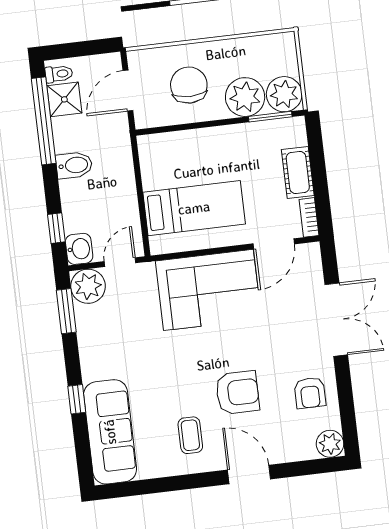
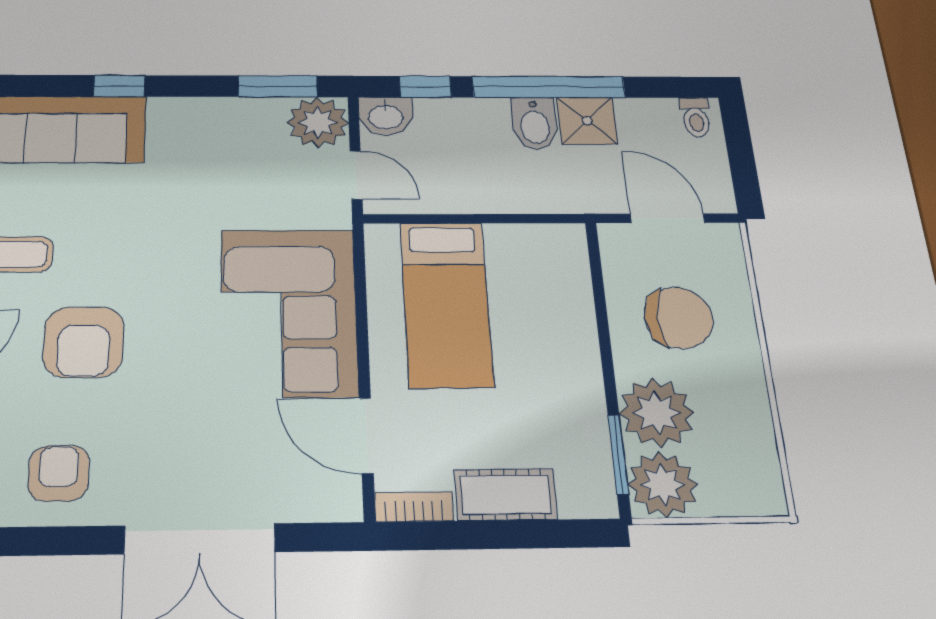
shower: (64, 99) -> (587, 121), moved
window: (44, 121) -> (549, 87), moved
armchair: (310, 393) -> (59, 473), turned 90

